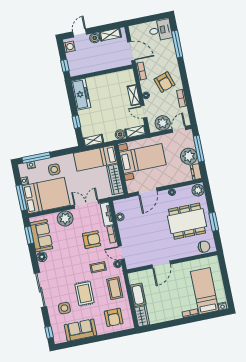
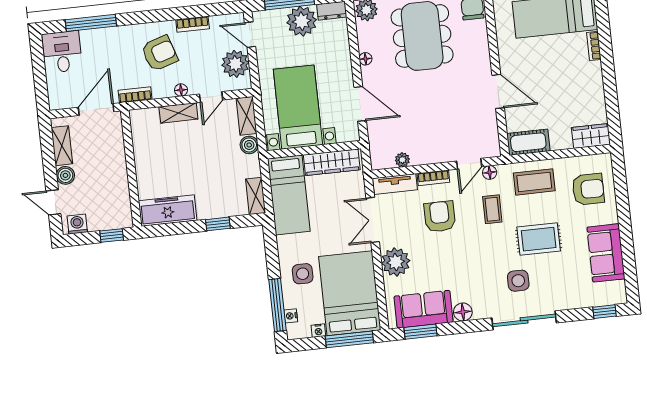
cot: (138, 295) -> (528, 142), moved
side table: (64, 308) -> (518, 281), moved

